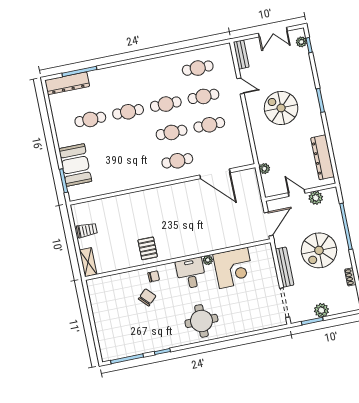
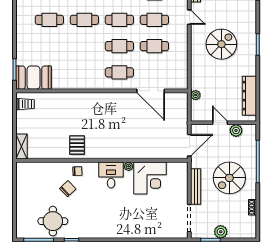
spiral stairs: (281, 108) -> (221, 44), turned 90
booth: (75, 165) -> (33, 78), moved, turned 90
trolley: (87, 230) -> (25, 104), moved
round table: (201, 321) -> (53, 221), moved

